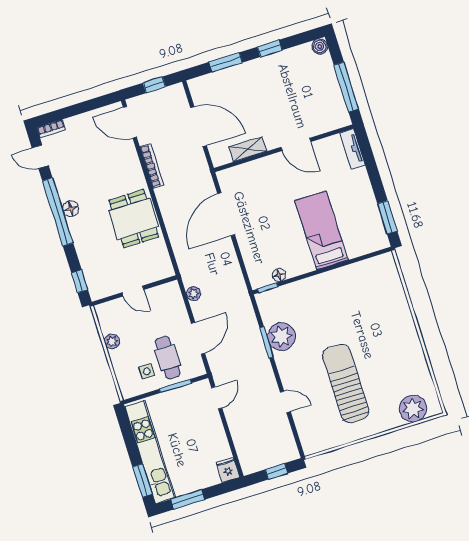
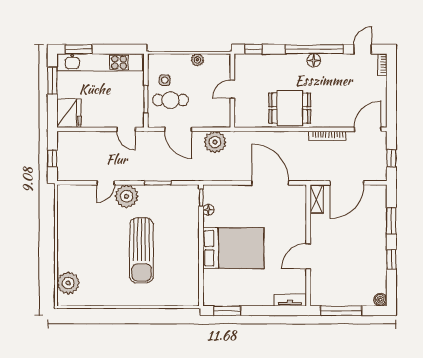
shelving: (248, 149) -> (317, 199), moved
bed: (322, 230) -> (233, 248), width x1.50
plant: (194, 294) -> (215, 142), width x1.88, depth x1.88
plant: (281, 337) -> (127, 196), moved
sun lounger: (346, 383) -> (141, 251), moved, turned 90
fridge: (228, 470) -> (69, 113), width x1.88, depth x1.34

